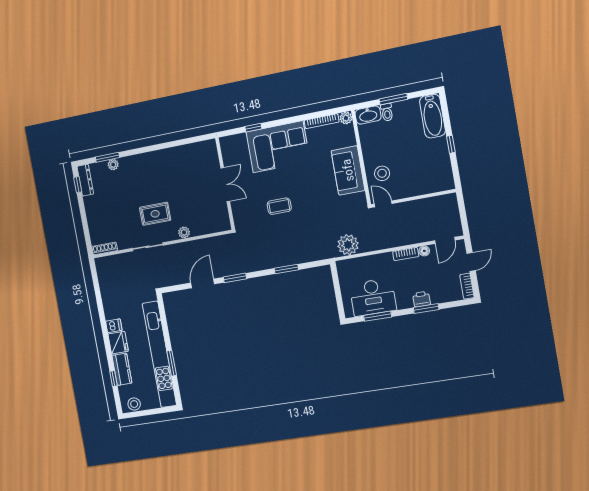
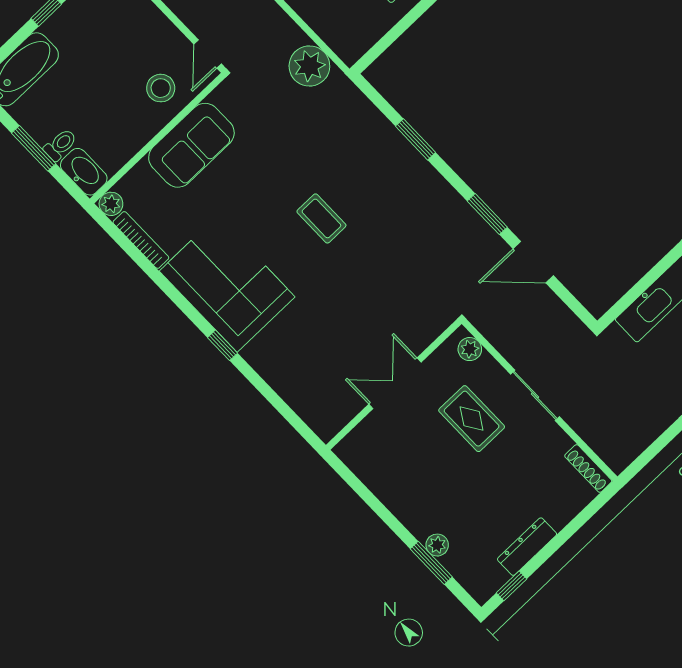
dresser: (85, 180) -> (527, 547), moved
wall: (225, 184) -> (394, 384), moved
double door: (225, 185) -> (395, 383), moved

